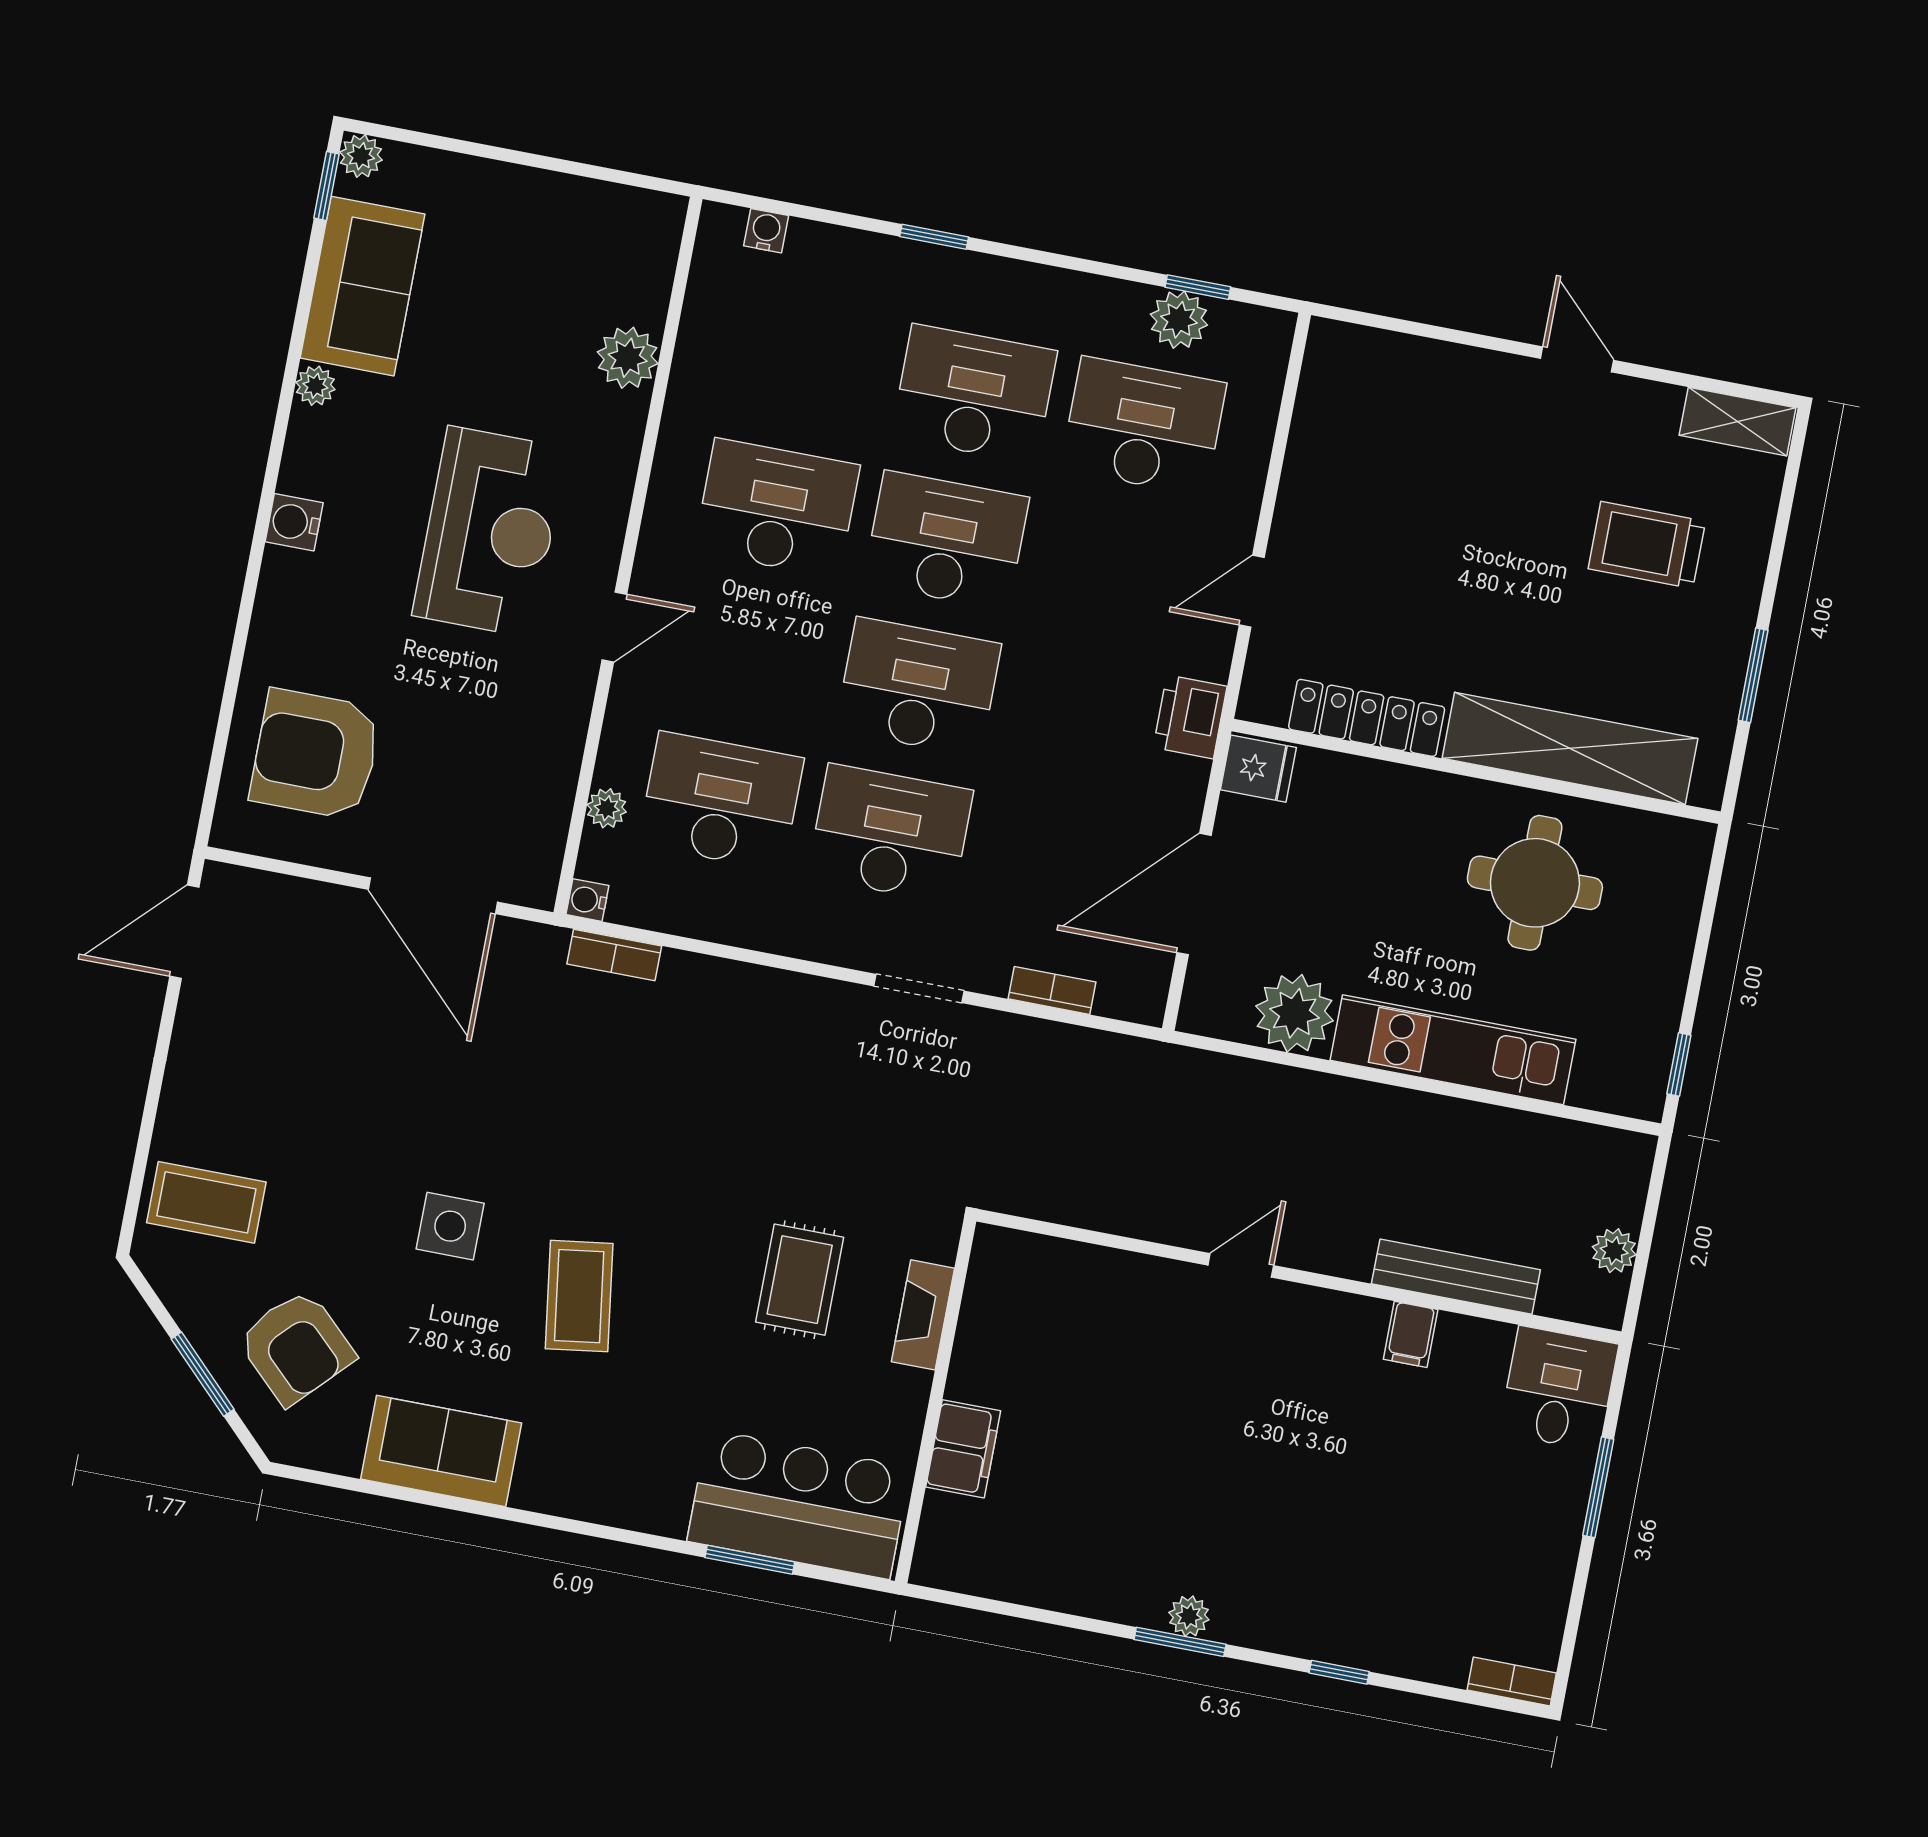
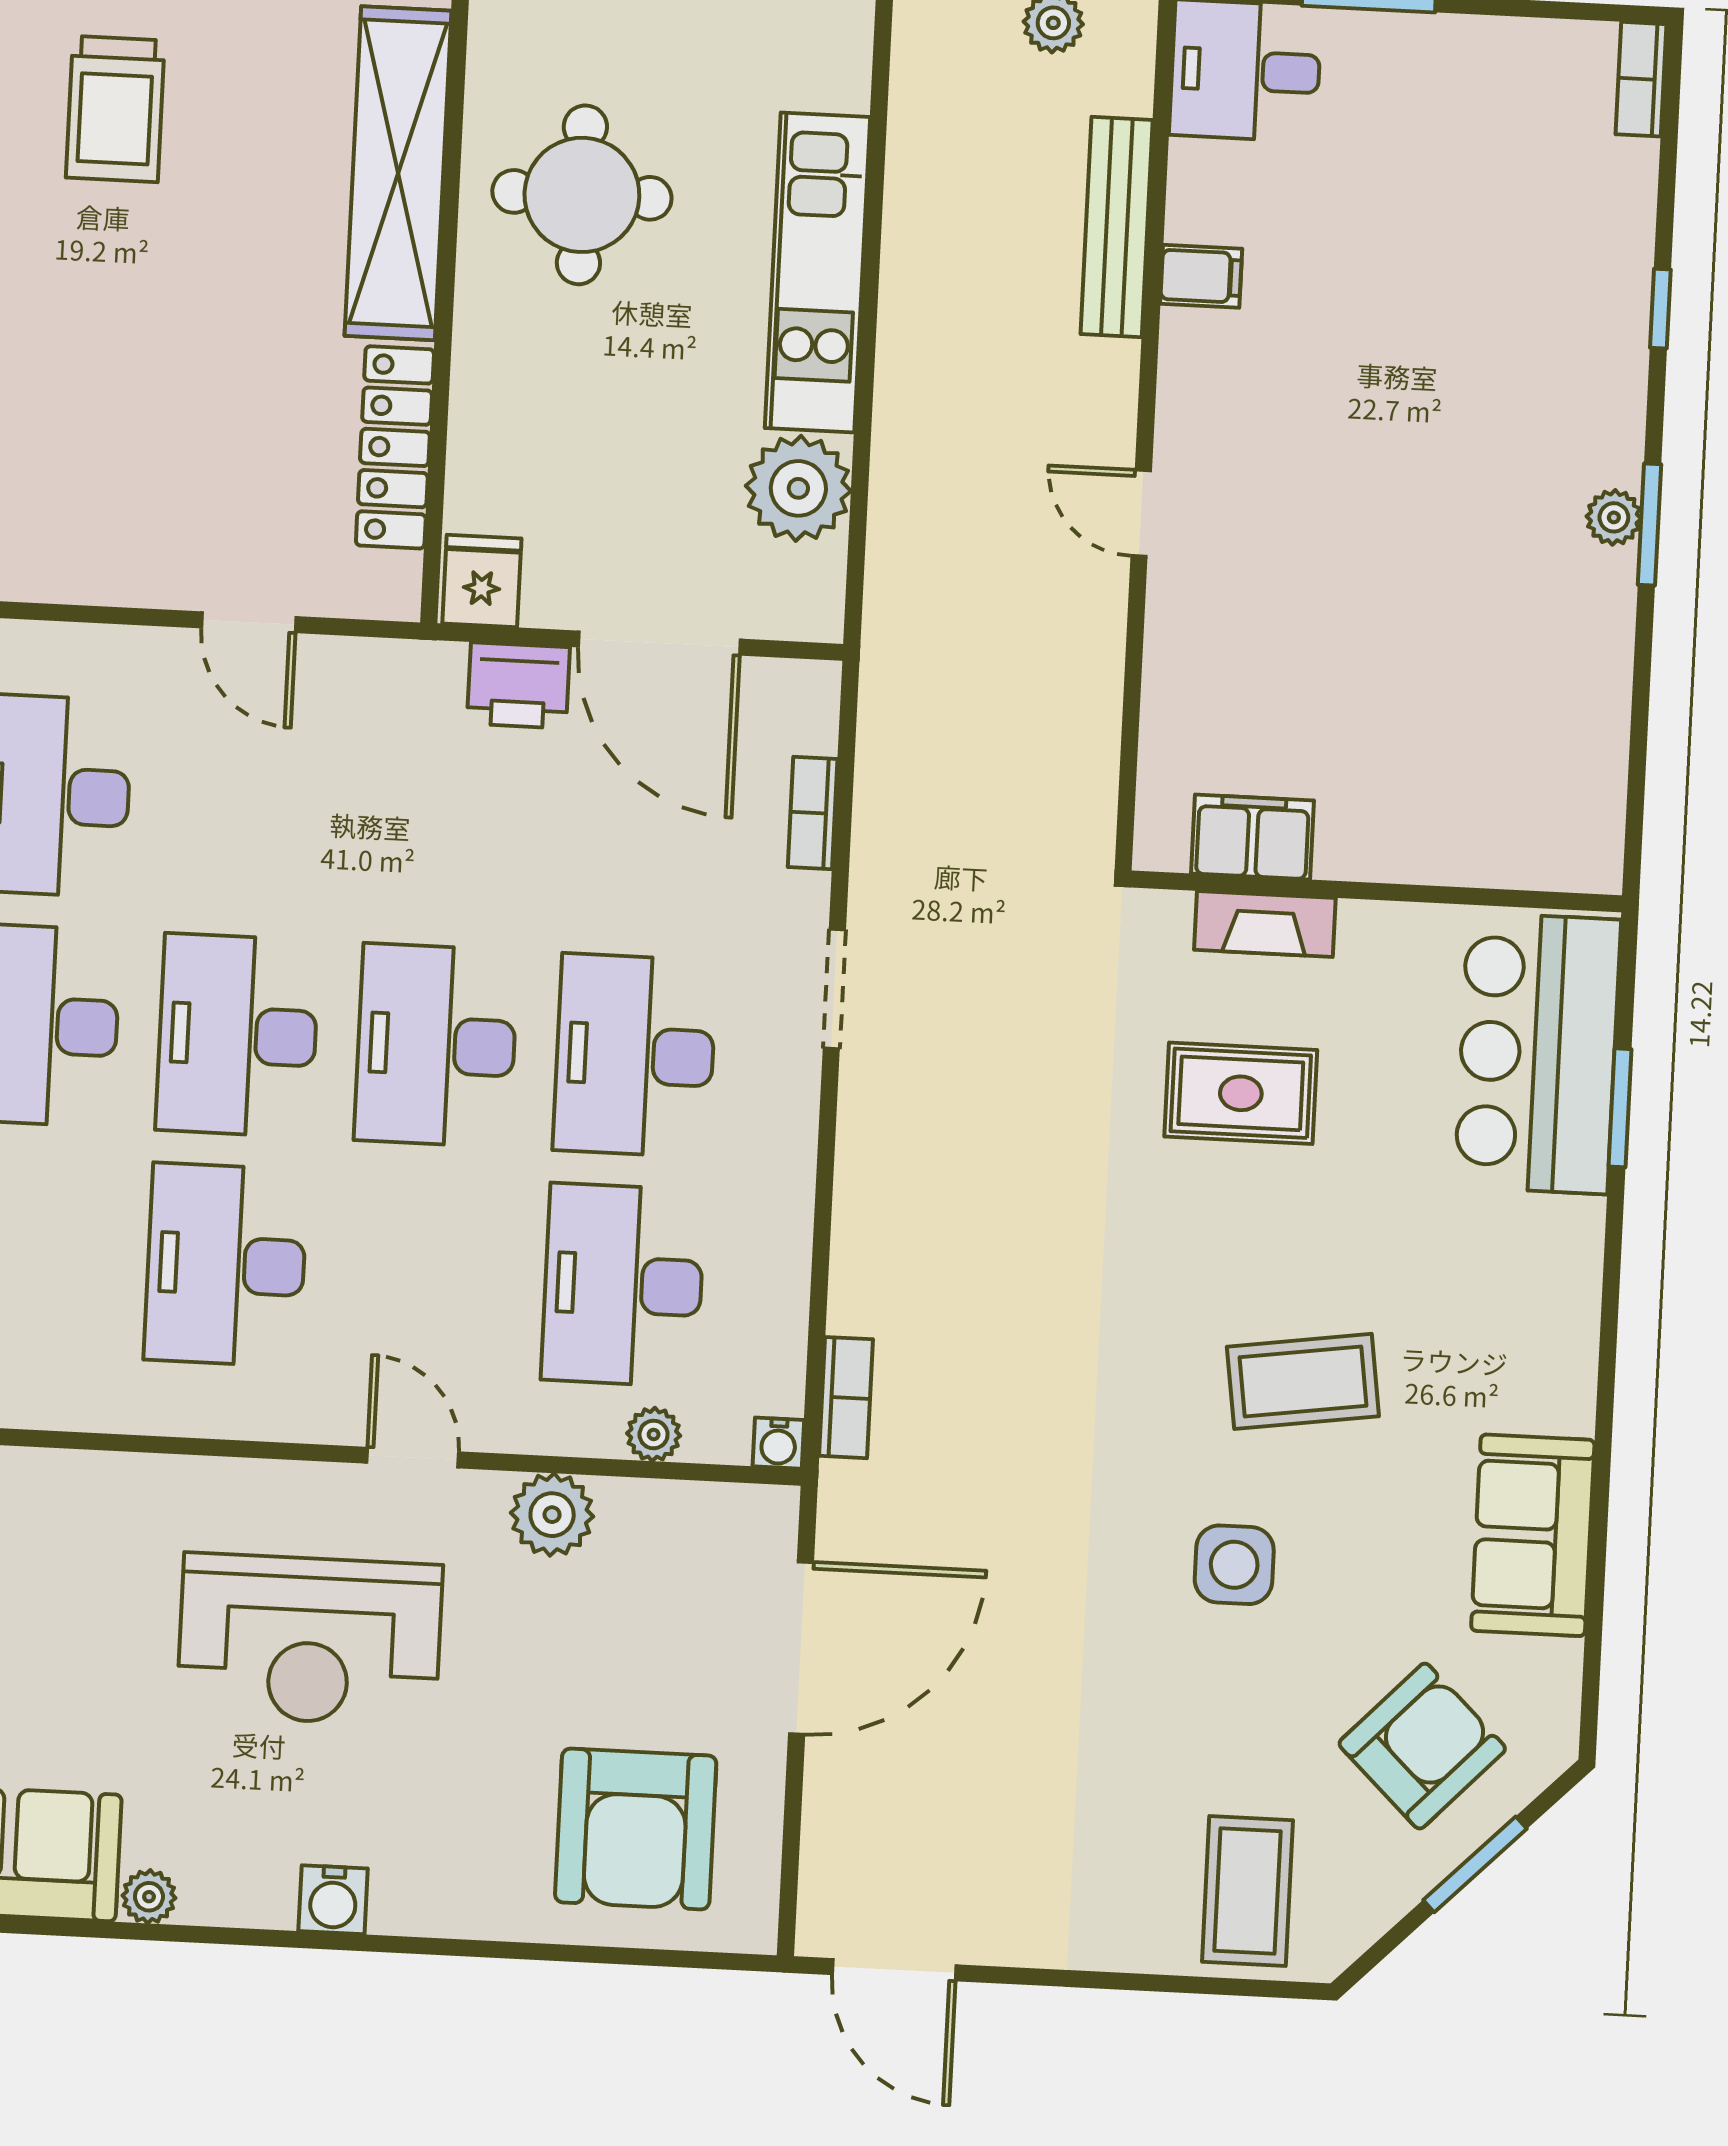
plant: (628, 358) -> (552, 1515), moved
reception desk: (490, 532) -> (310, 1640), turned 180
printer: (1190, 717) -> (518, 685), moved
filing cabinet: (963, 1449) -> (1253, 837), moved

